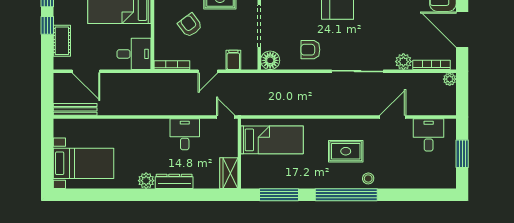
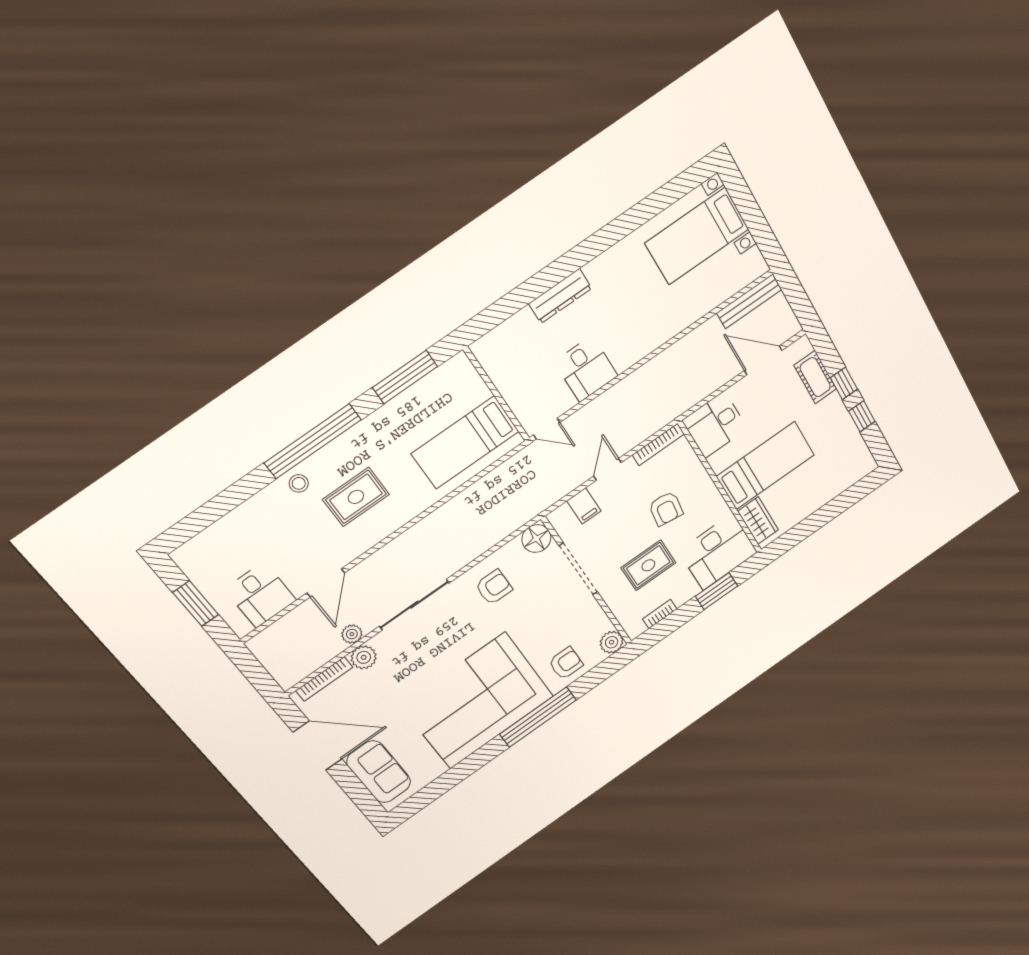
armchair: (190, 25) -> (666, 509), turned 45
plant: (450, 79) -> (352, 634), moved
wardrobe: (229, 173) -> (493, 359), removed
plant: (146, 181) -> (599, 271), removed

